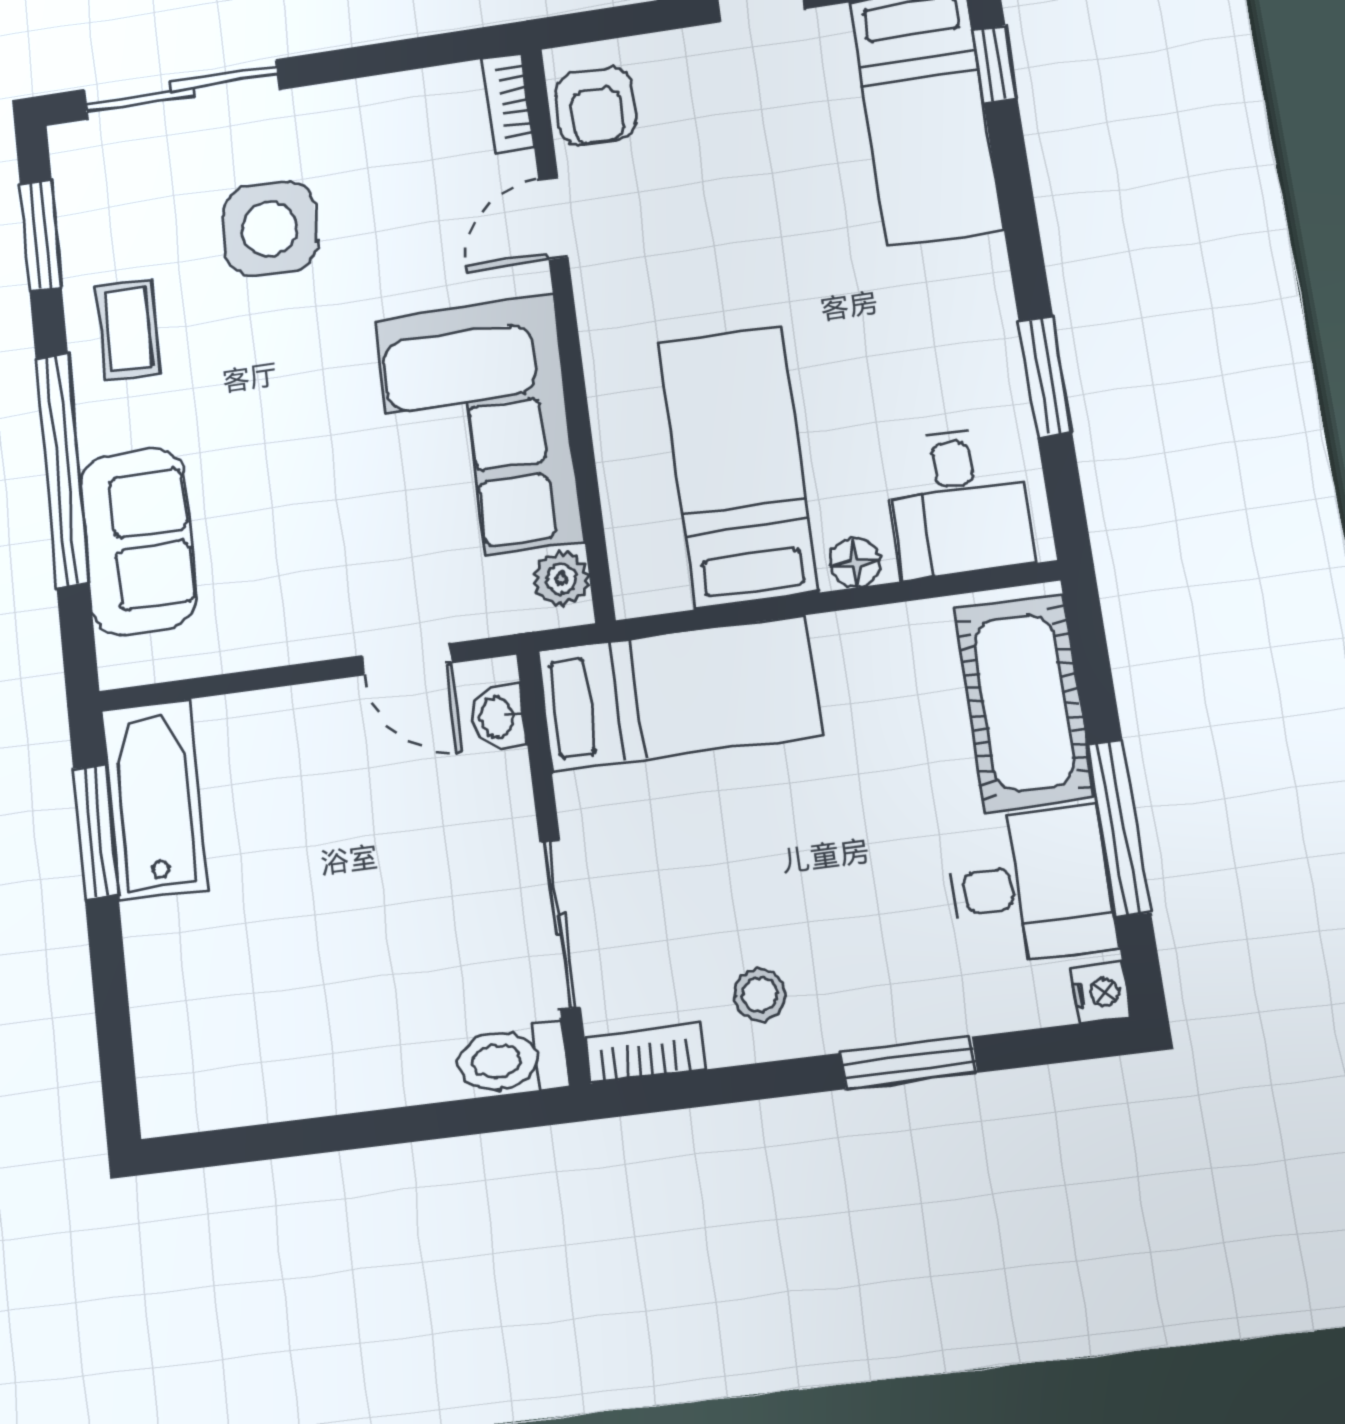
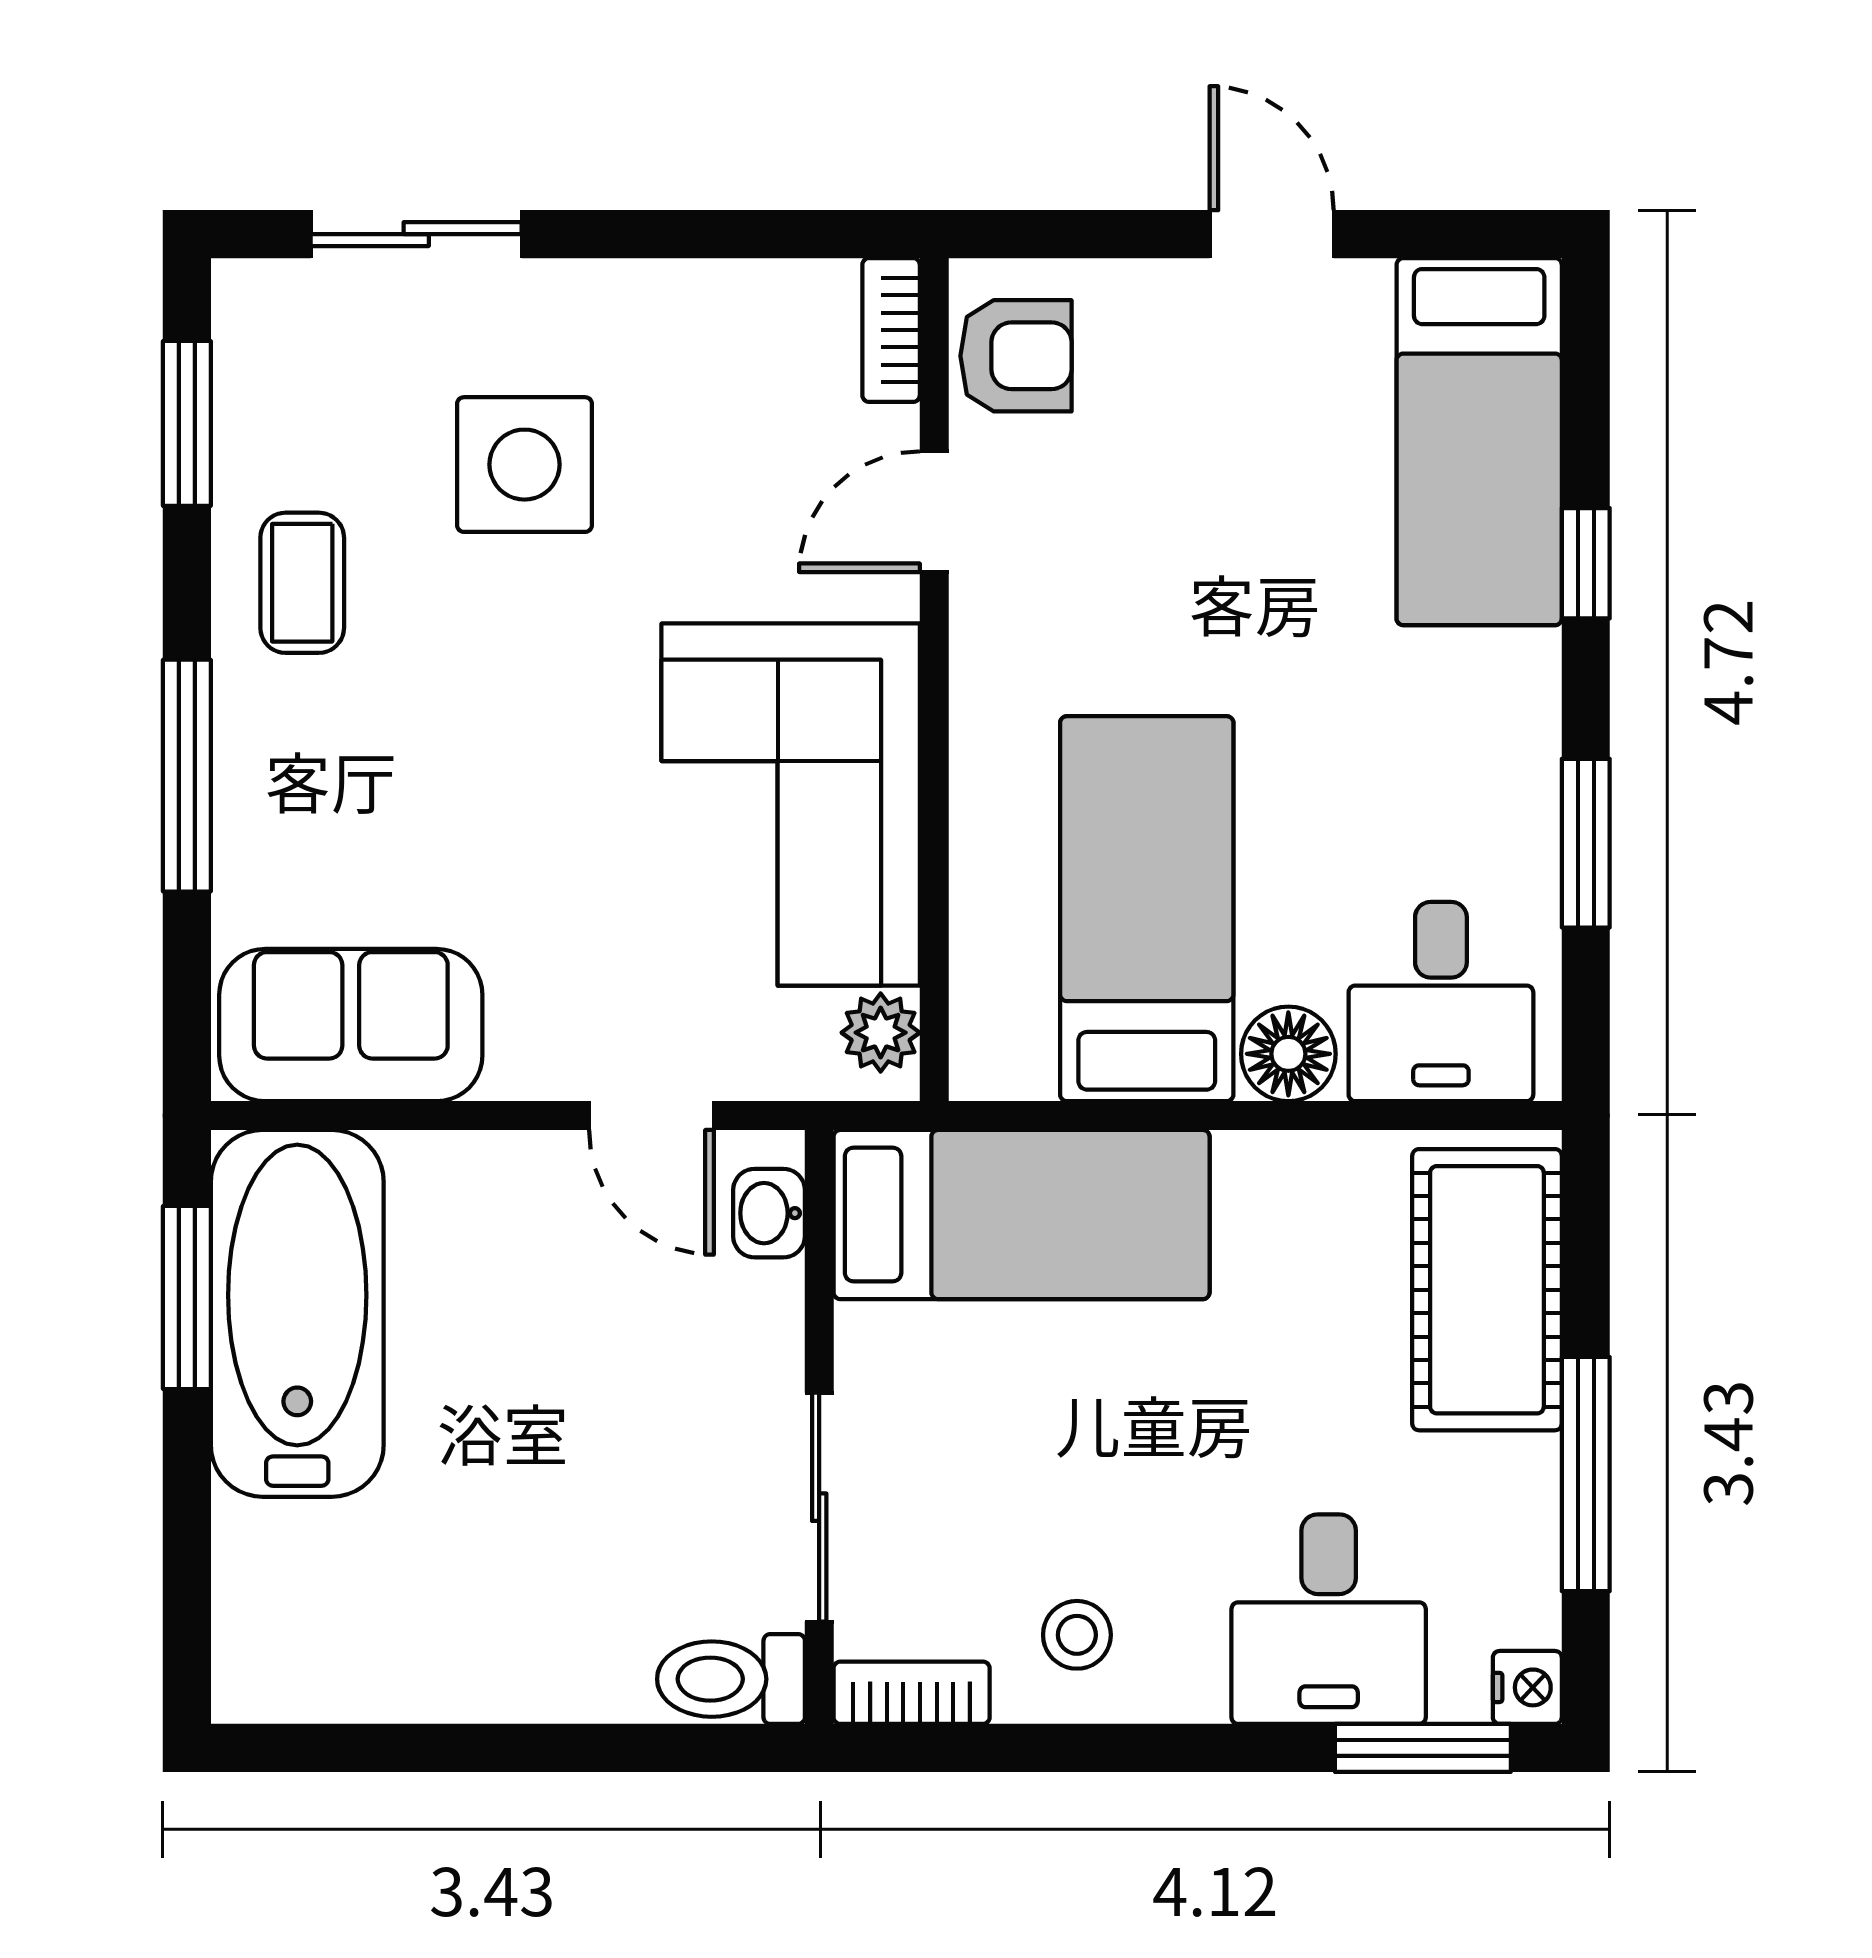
window: (994, 65) -> (1586, 563), moved
sliding door: (181, 90) -> (416, 234), width x0.73
armchair: (596, 107) -> (1016, 356), turned -90
window: (62, 470) -> (187, 776), width x0.68
sofa: (138, 541) -> (351, 1025), moved, turned -90
floor lamp: (855, 563) -> (1288, 1054), width x1.37, depth x1.37
bathtub: (154, 800) -> (297, 1313), width x1.36, depth x1.36
desk: (1030, 885) -> (1329, 1619), moved, turned 90
window: (909, 1063) -> (1423, 1748), moved

